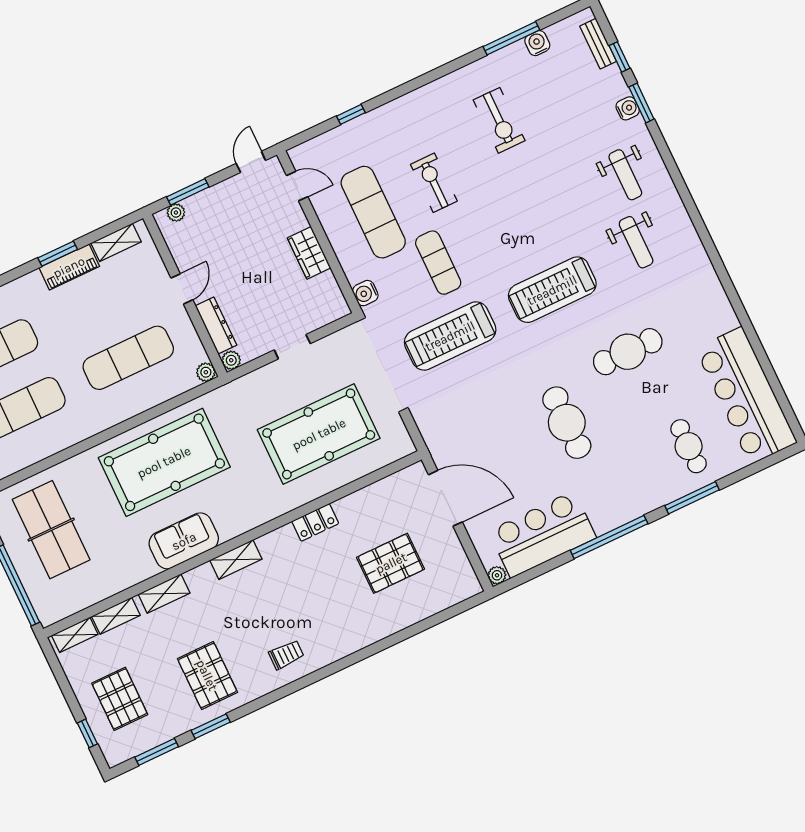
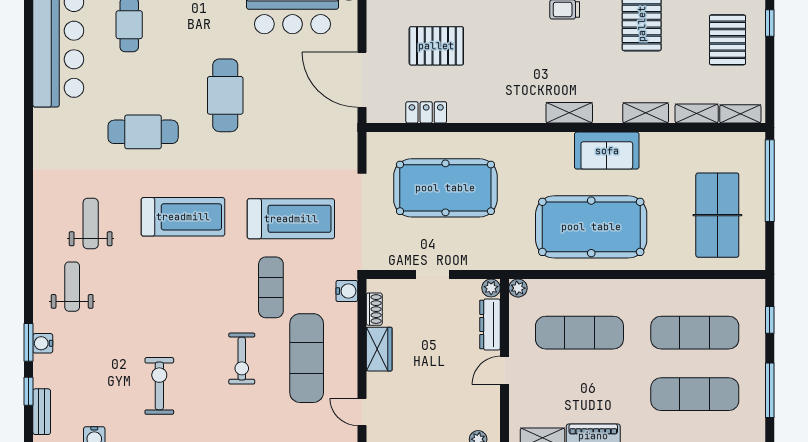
shoe rack: (332, 288) -> (374, 309), added
locker: (315, 522) -> (426, 112), moved

